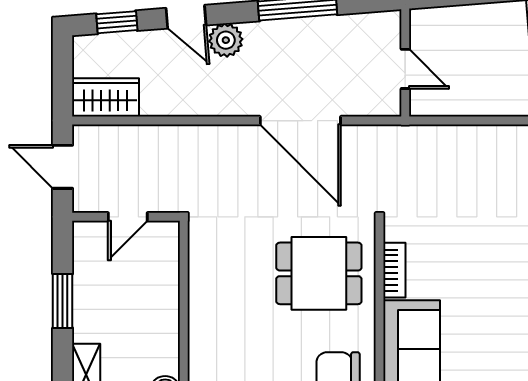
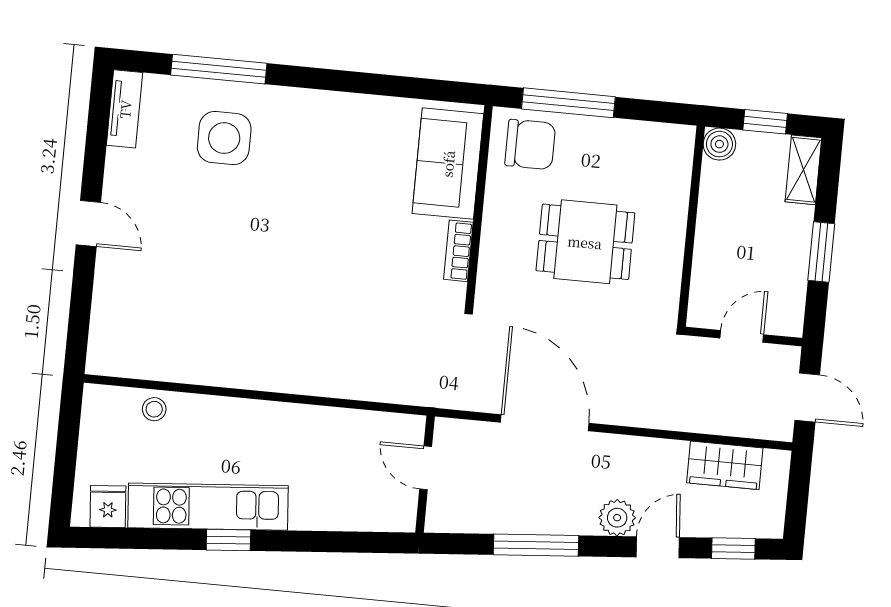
door: (186, 17) -> (658, 547), hinge flipped
wardrobe: (106, 97) -> (725, 465), moved
dining table: (319, 273) -> (585, 242), moved

